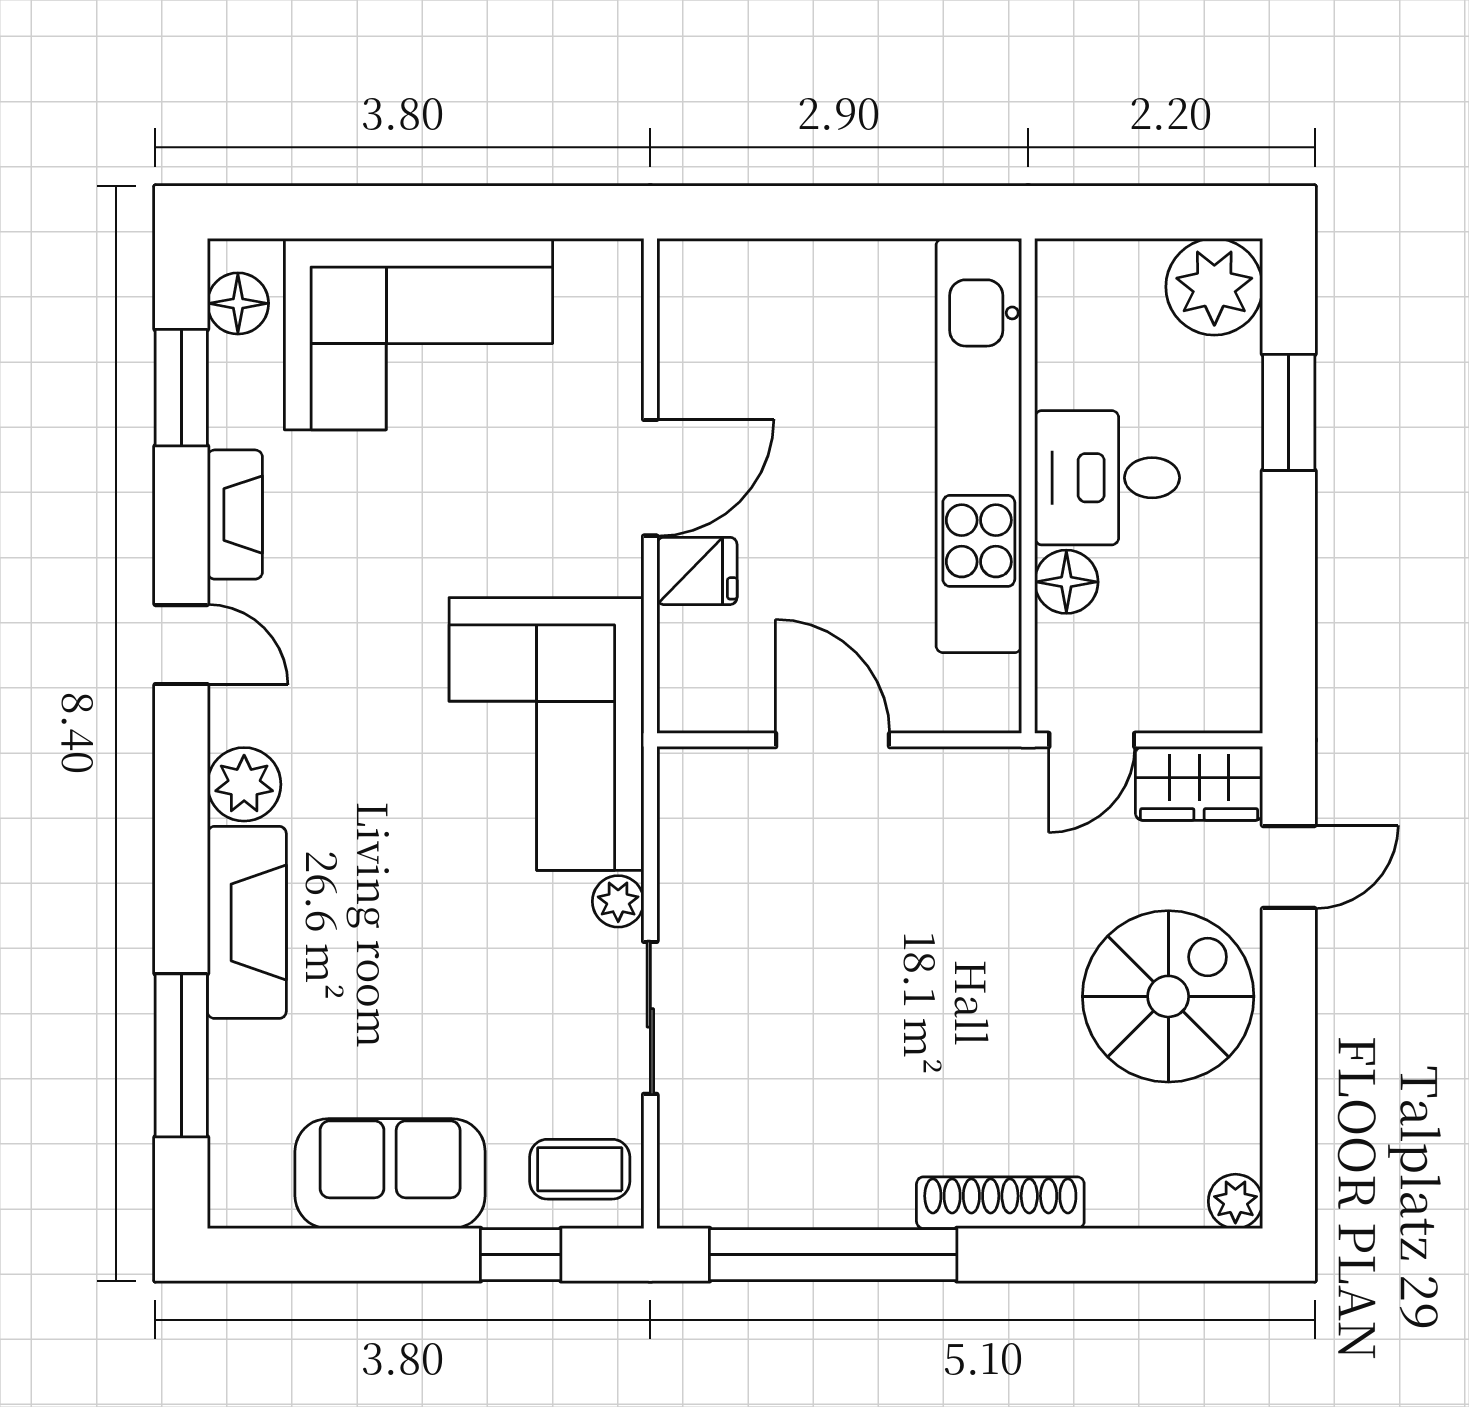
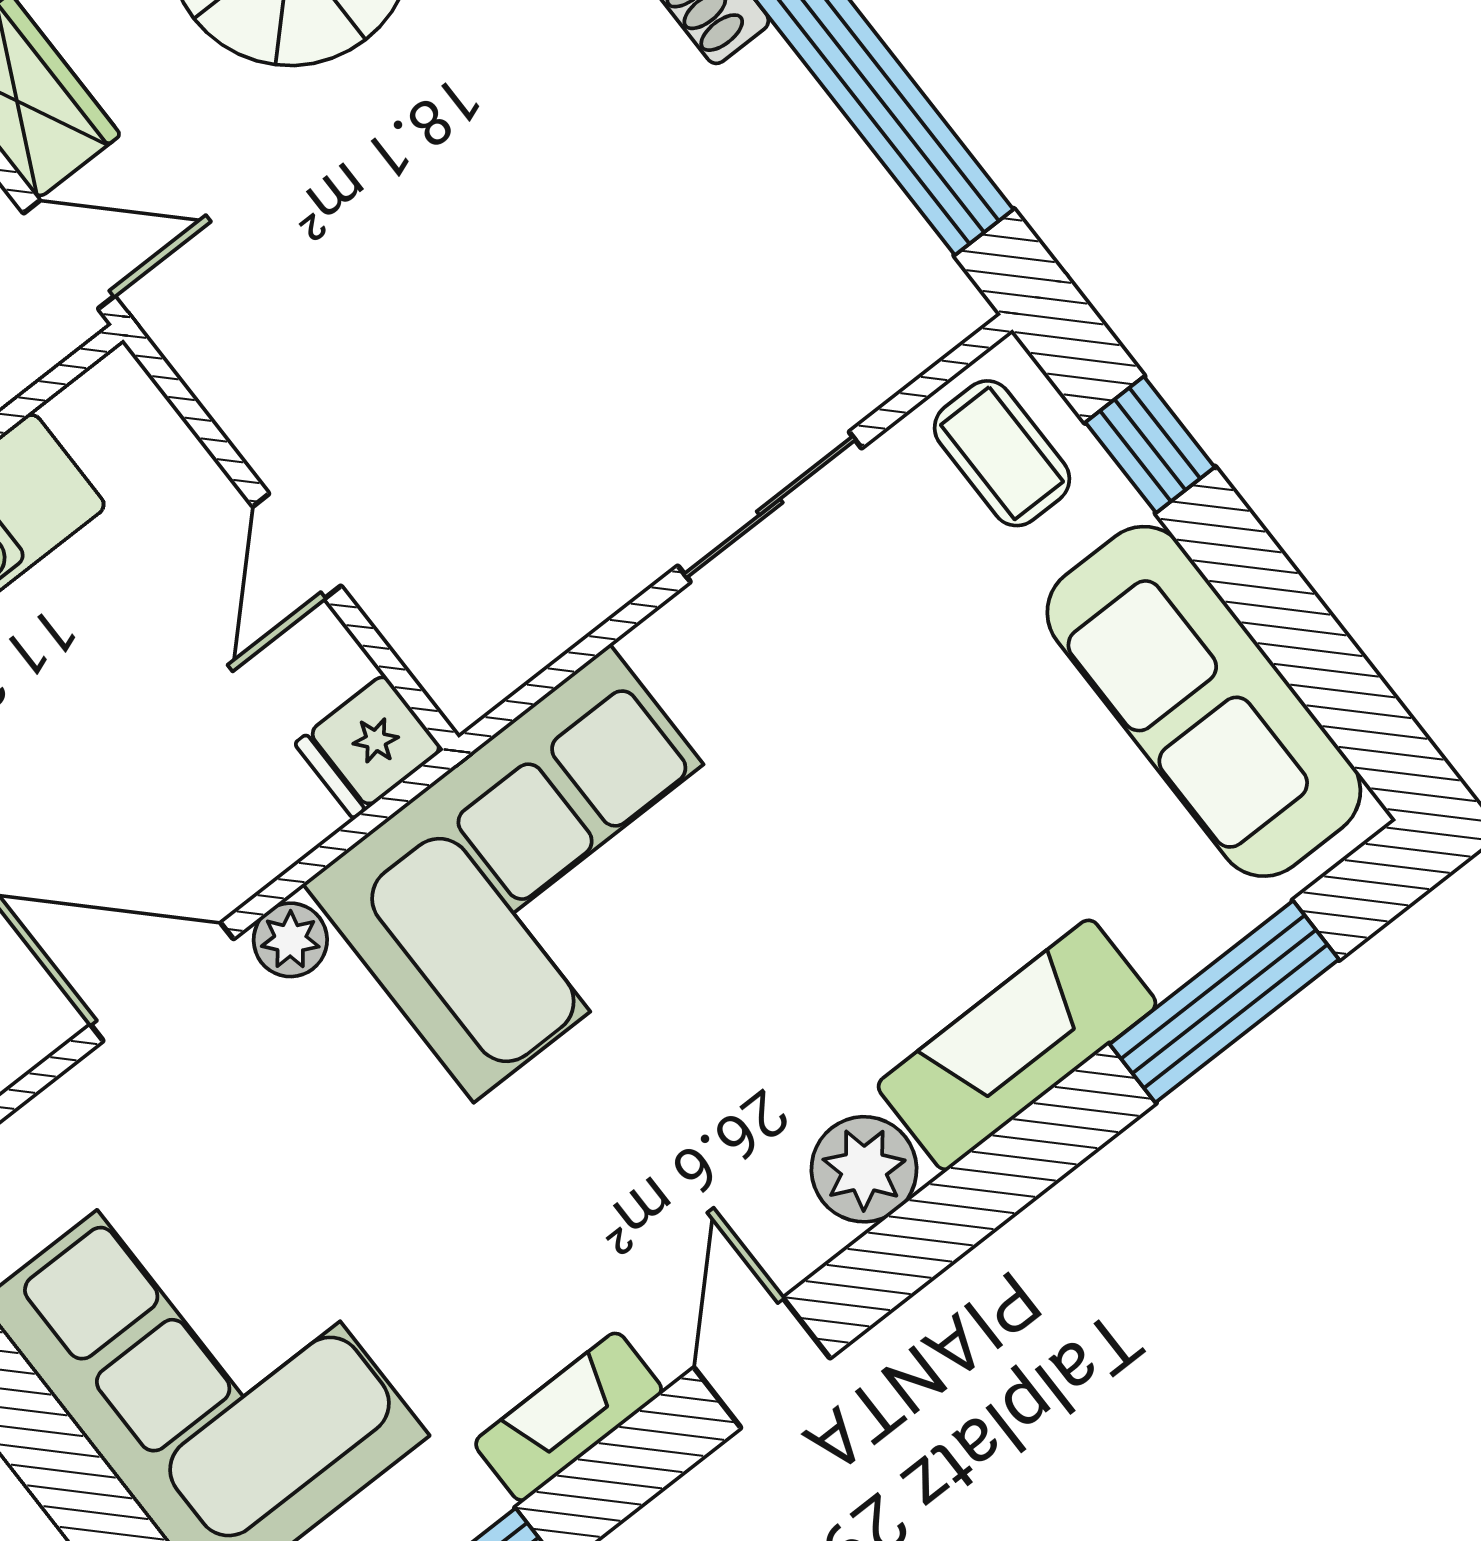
fridge: (697, 571) -> (369, 746), moved, turned -90
door: (833, 740) -> (297, 546), width x0.73
plant: (618, 901) -> (290, 940), moved
sofa: (390, 1174) -> (1204, 701), width x1.36

